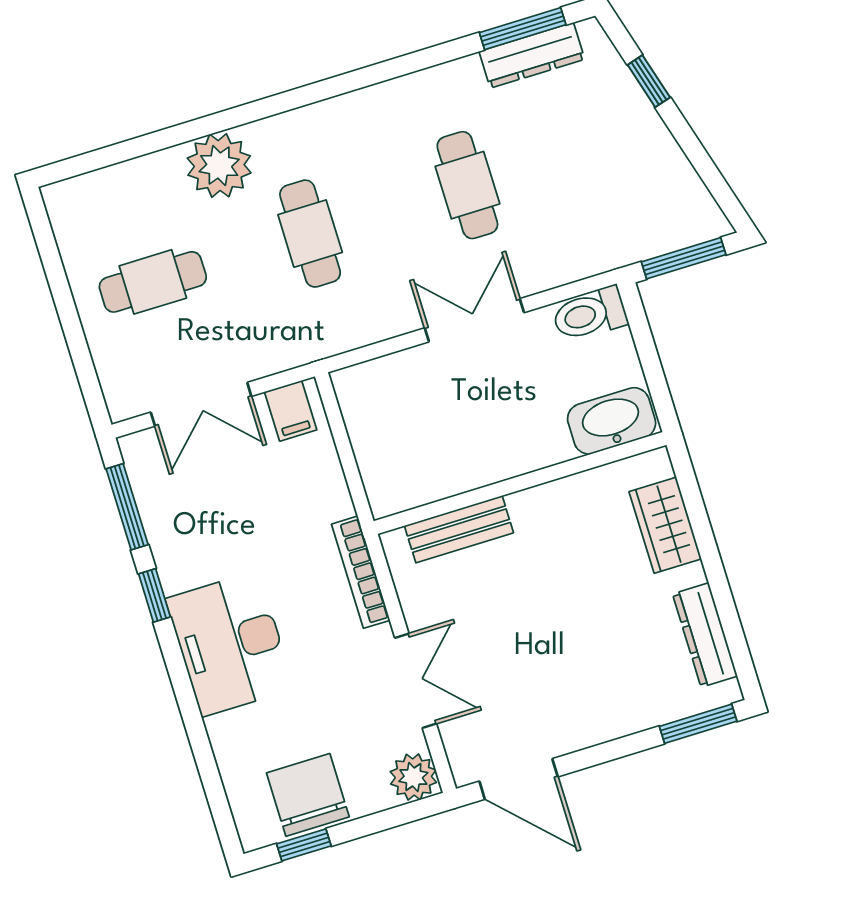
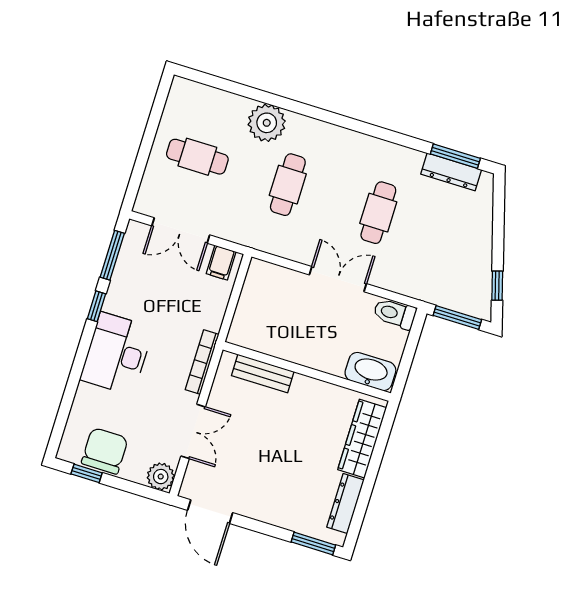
window: (649, 81) -> (497, 286), moved
wardrobe: (665, 525) -> (362, 439), width x1.50

